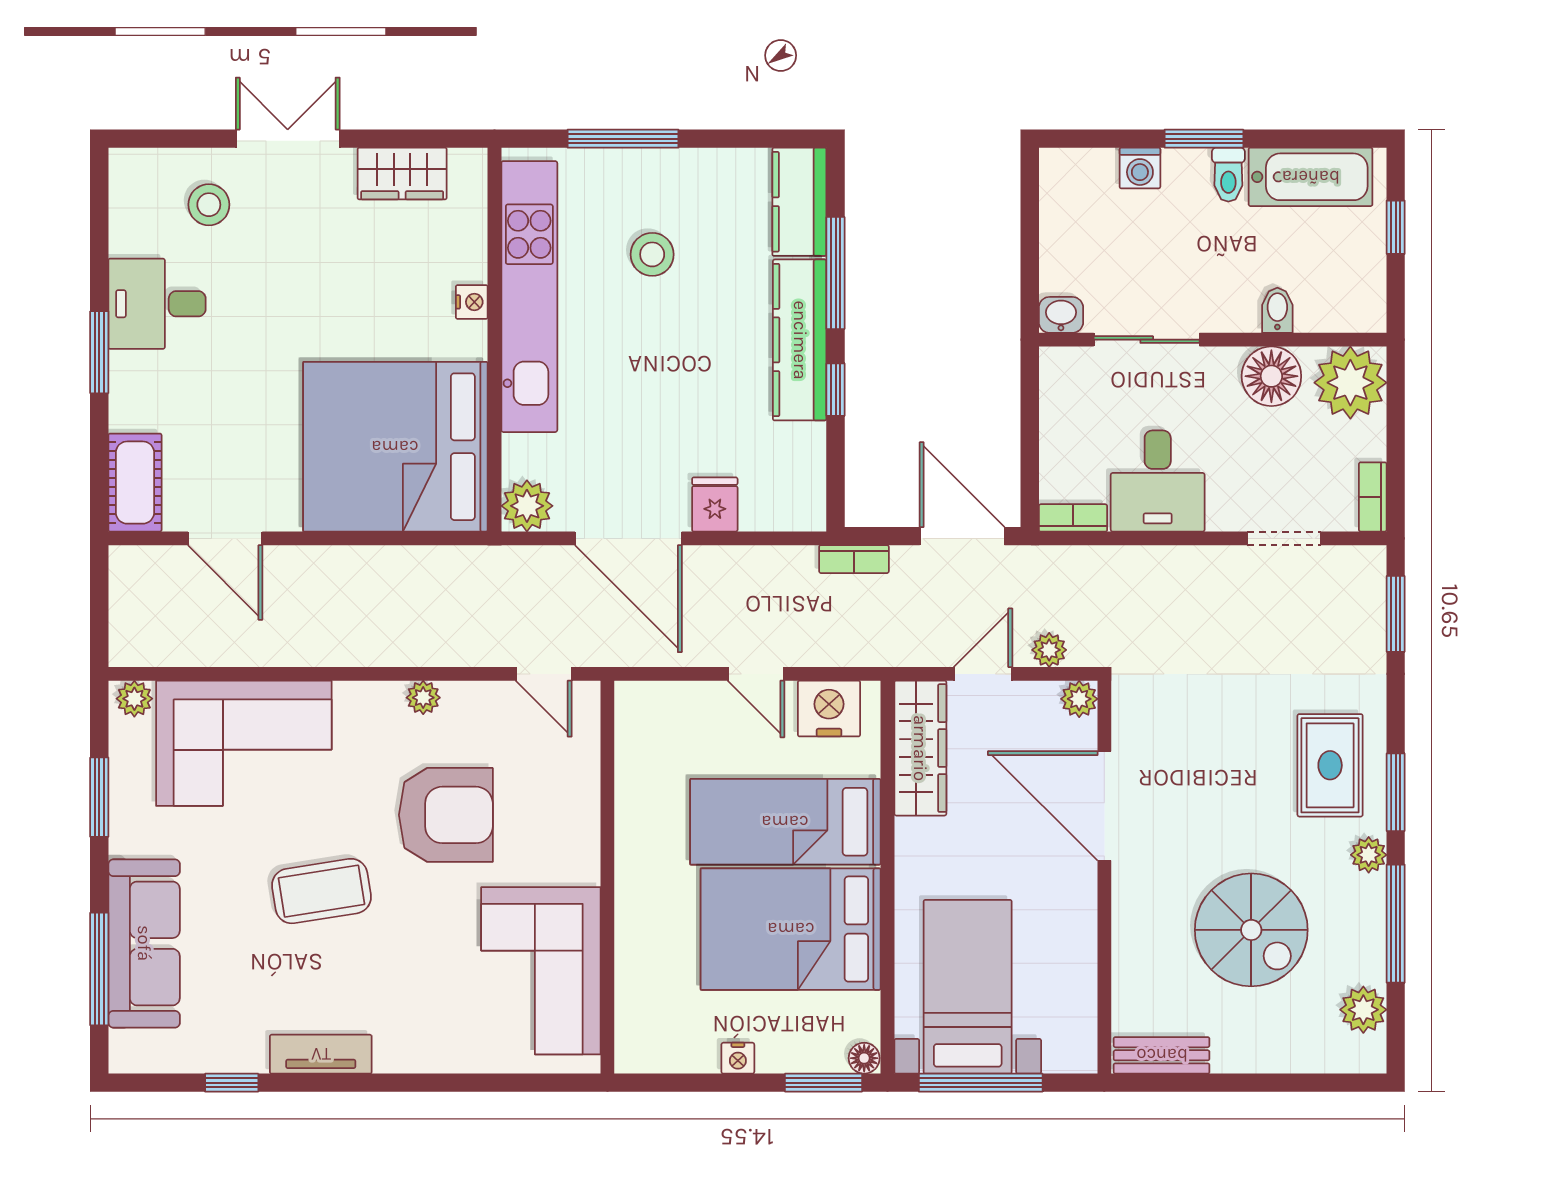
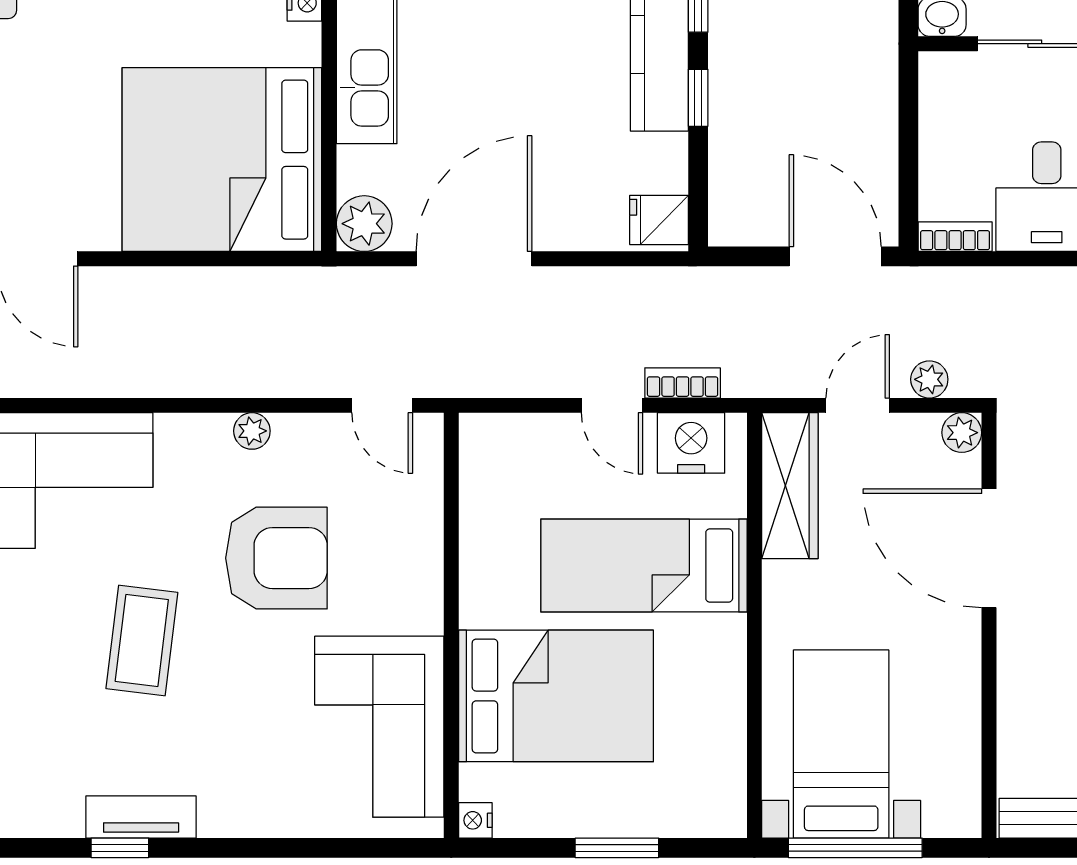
fridge: (715, 504) -> (659, 220), moved, turned -90
door: (628, 538) -> (474, 259), swing flipped
bookcase: (854, 559) -> (683, 383), moved, turned 180
coffee table: (321, 891) -> (142, 641), turned -74
bed: (791, 929) -> (556, 696), moved, turned 180
nightstand: (738, 1058) -> (475, 820), moved, turned 90
floor lamp: (864, 1058) -> (729, 821), removed
window: (232, 1083) -> (120, 848), moved
window: (824, 1083) -> (617, 848), moved

